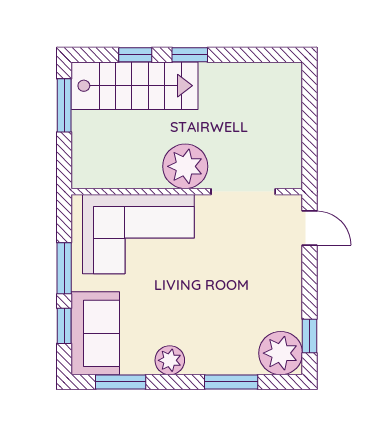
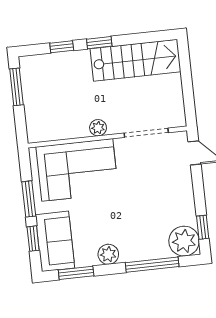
stairs: (134, 86) -> (136, 60), moved
plant: (185, 166) -> (98, 128), width x0.53, depth x0.53
window: (231, 382) -> (152, 265), width x1.44

